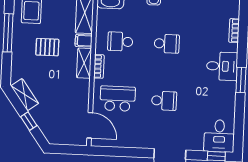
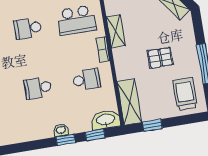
filing cabinet: (84, 41) -> (124, 72), removed
shelving: (84, 63) -> (116, 31), moved

